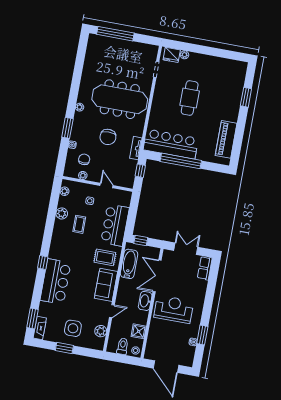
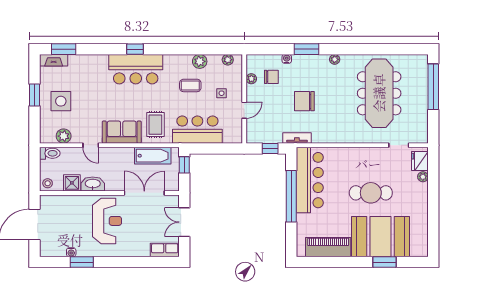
booth: (225, 97) -> (380, 237), added
meeting table: (120, 99) -> (379, 93), moved
double door: (186, 249) -> (184, 222), swing flipped
bar counter: (56, 282) -> (136, 69), moved
washbasin: (145, 301) -> (93, 184), moved
toilet: (123, 346) -> (50, 153), moved

